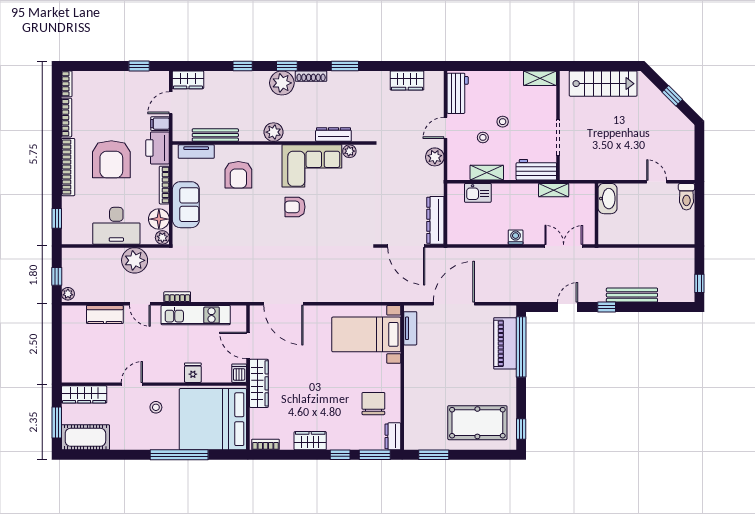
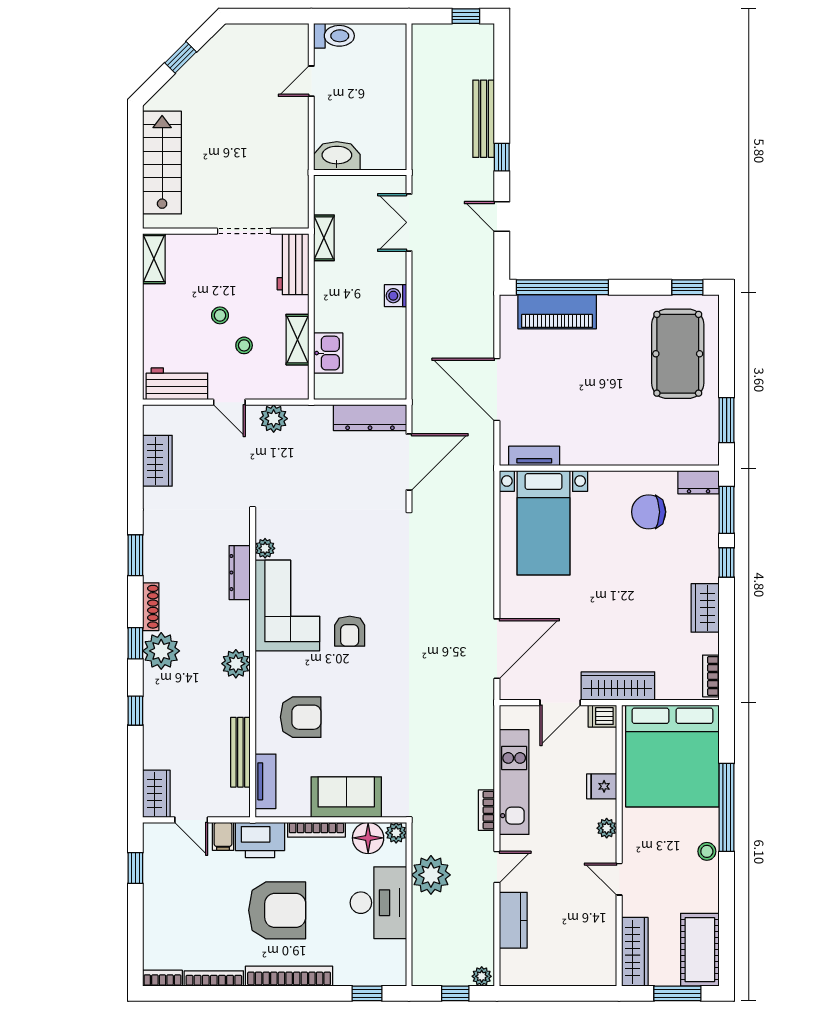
plant: (165, 376) -> (607, 828), added
stool: (156, 407) -> (707, 851), moved

